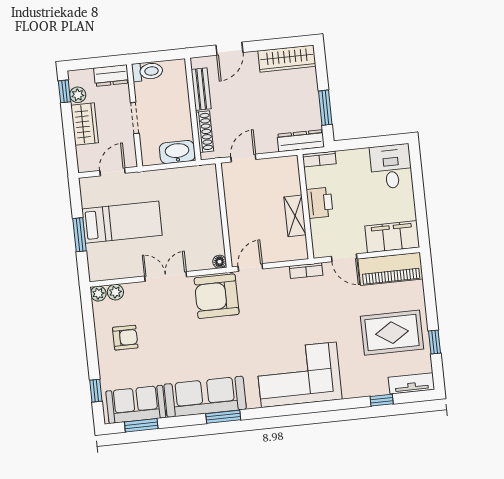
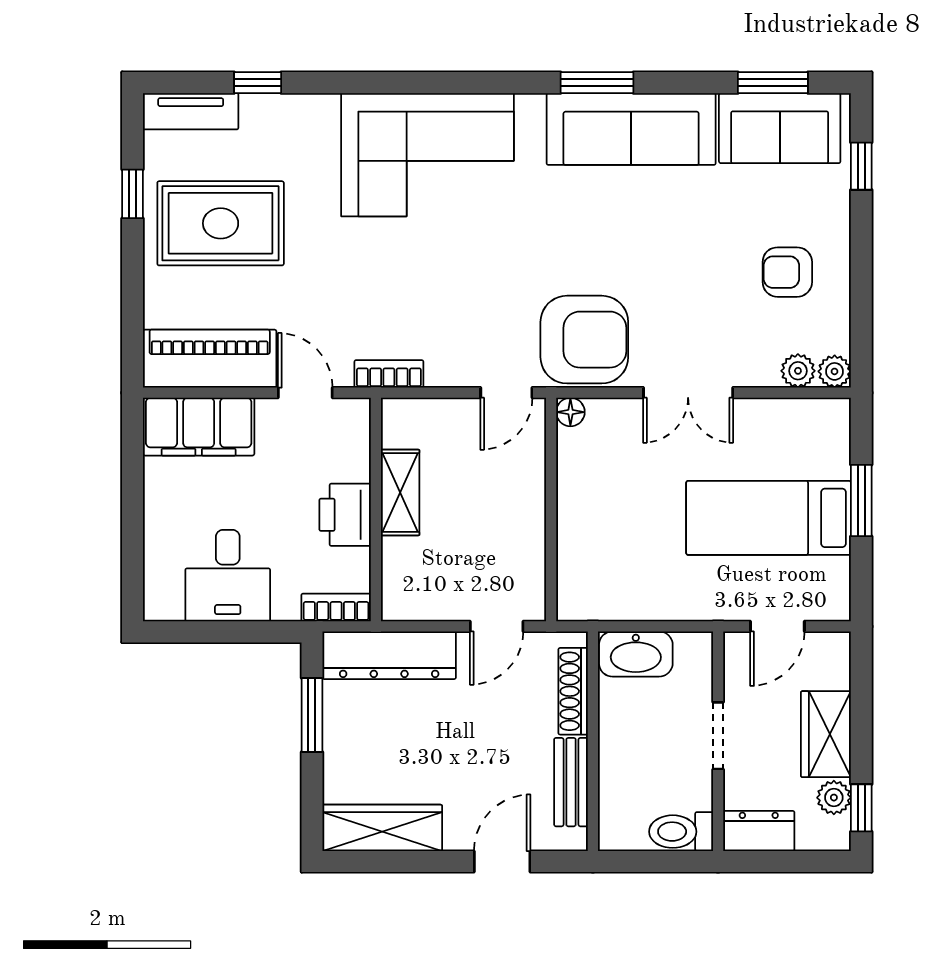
dresser: (301, 141) -> (389, 655), width x1.37, depth x1.24
desk: (391, 167) -> (228, 576), moved

